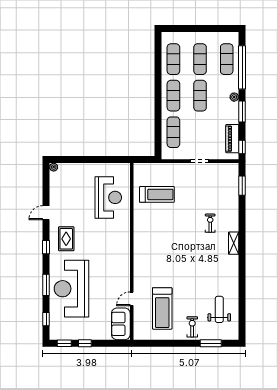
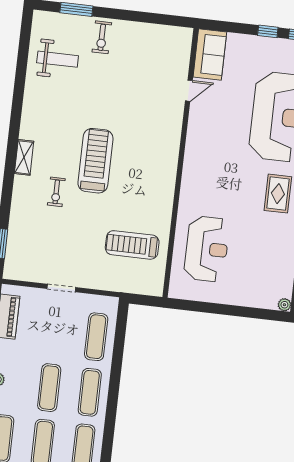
reception desk: (108, 197) -> (207, 249), turned 180
treadmill: (162, 308) -> (95, 161), moved
weight bench: (219, 309) -> (58, 59), turned -90

